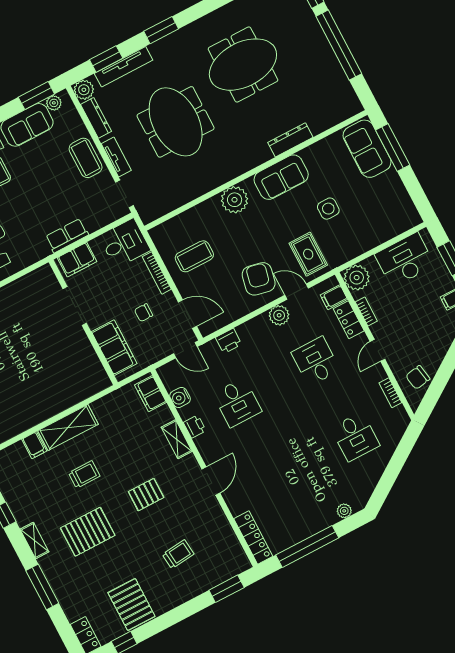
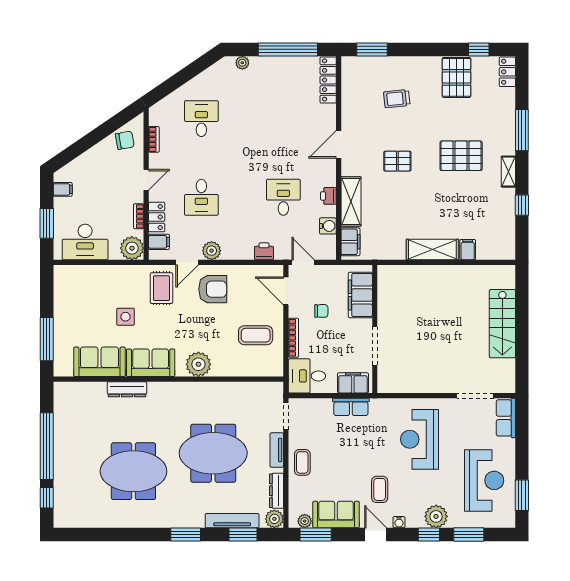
meeting table: (176, 122) -> (213, 453), turned 90
sofa: (367, 149) -> (99, 362), moved, turned -90
coffee table: (86, 158) -> (302, 462), width x0.73, depth x0.77
armchair: (259, 279) -> (213, 289), turned -102
door: (297, 292) -> (187, 262), hinge flipped
shelving: (177, 439) -> (351, 202), width x1.50, depth x1.33
trolley: (84, 474) -> (439, 204), removed

